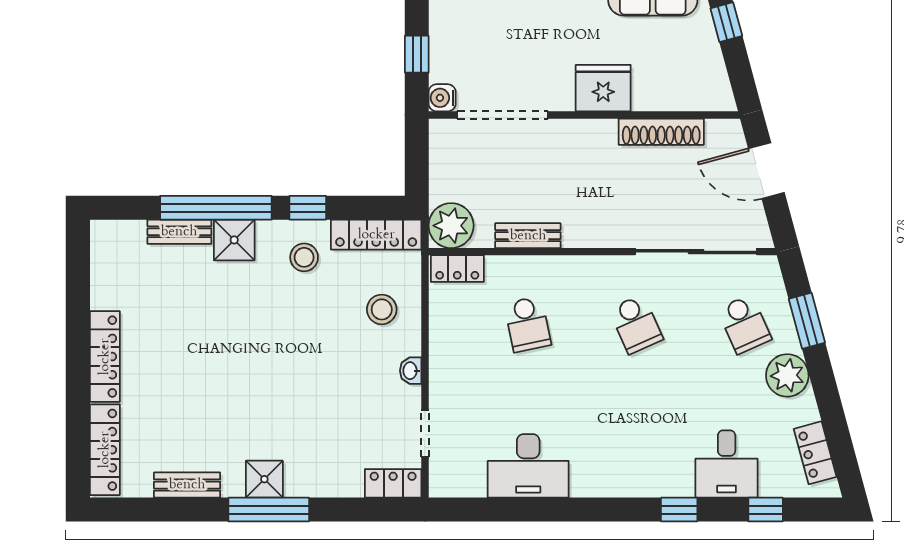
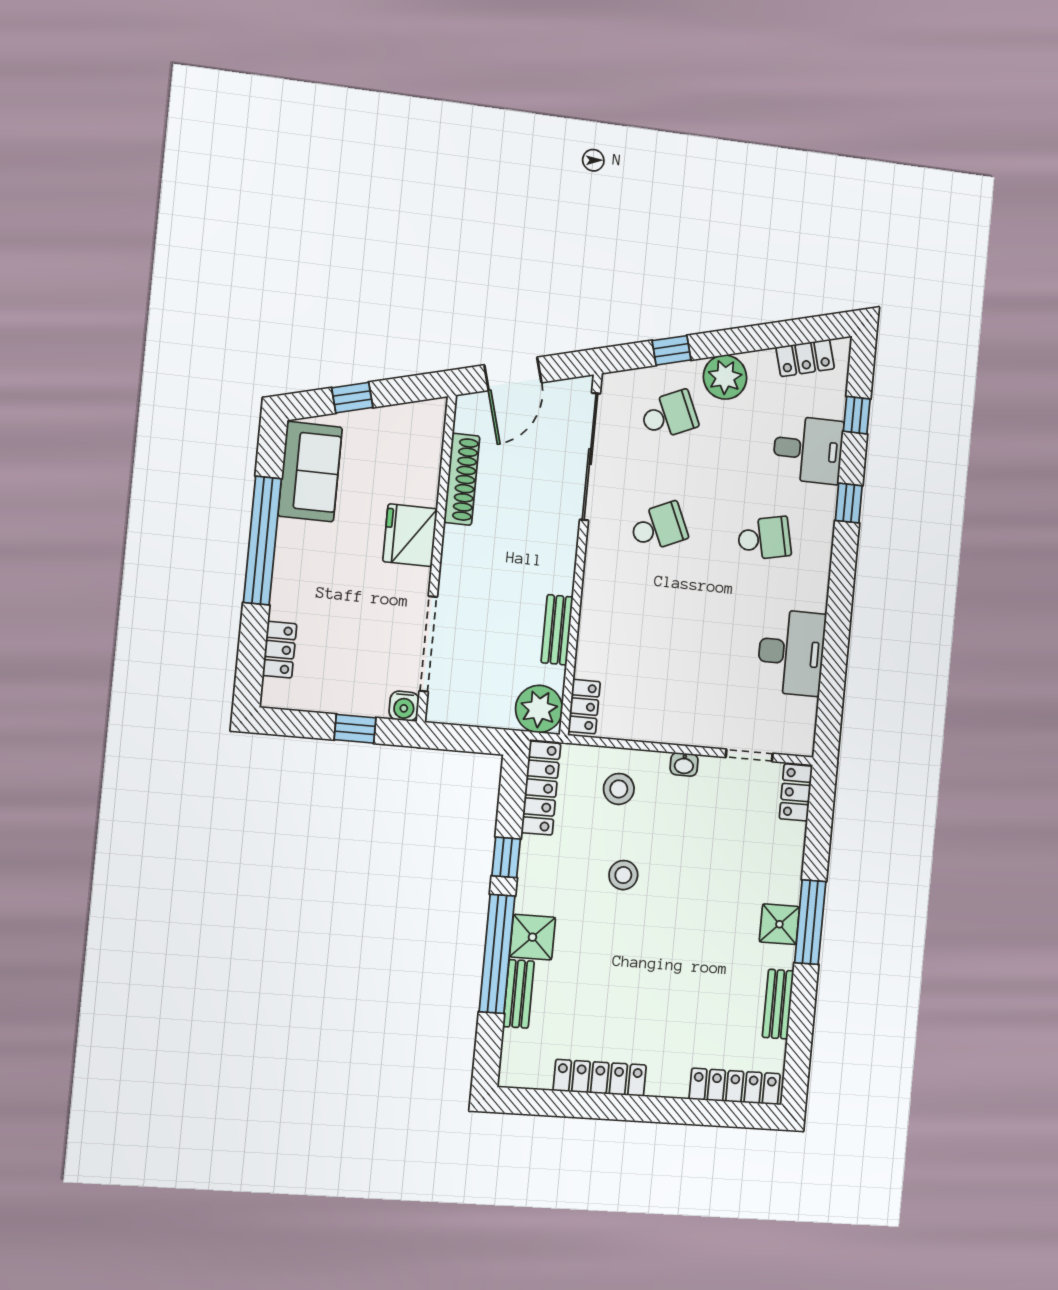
stool: (304, 257) -> (623, 875), moved
window: (807, 321) -> (672, 350), width x0.67
school desk: (528, 324) -> (764, 538), moved
locker: (105, 357) -> (600, 1078), moved

